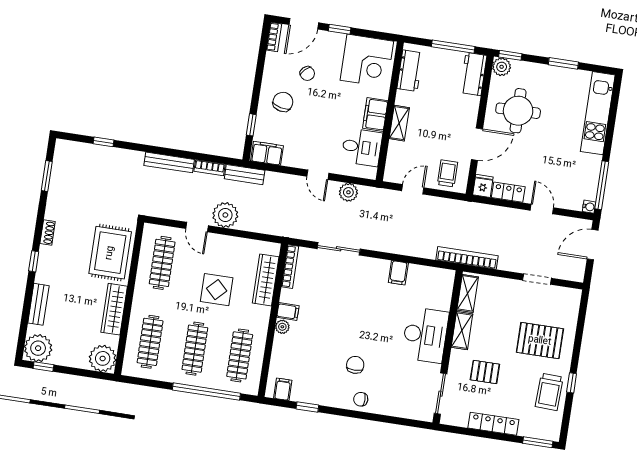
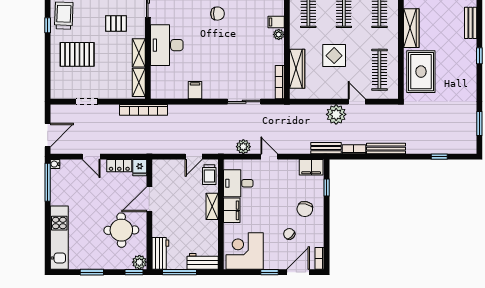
workbench: (410, 71) -> (203, 261), moved, turned 90
trolley: (447, 173) -> (209, 175), moved
shoe rack: (48, 233) -> (472, 80), removed
filing cabinet: (288, 311) -> (276, 22), moved
chair: (355, 365) -> (218, 14), turned -90

